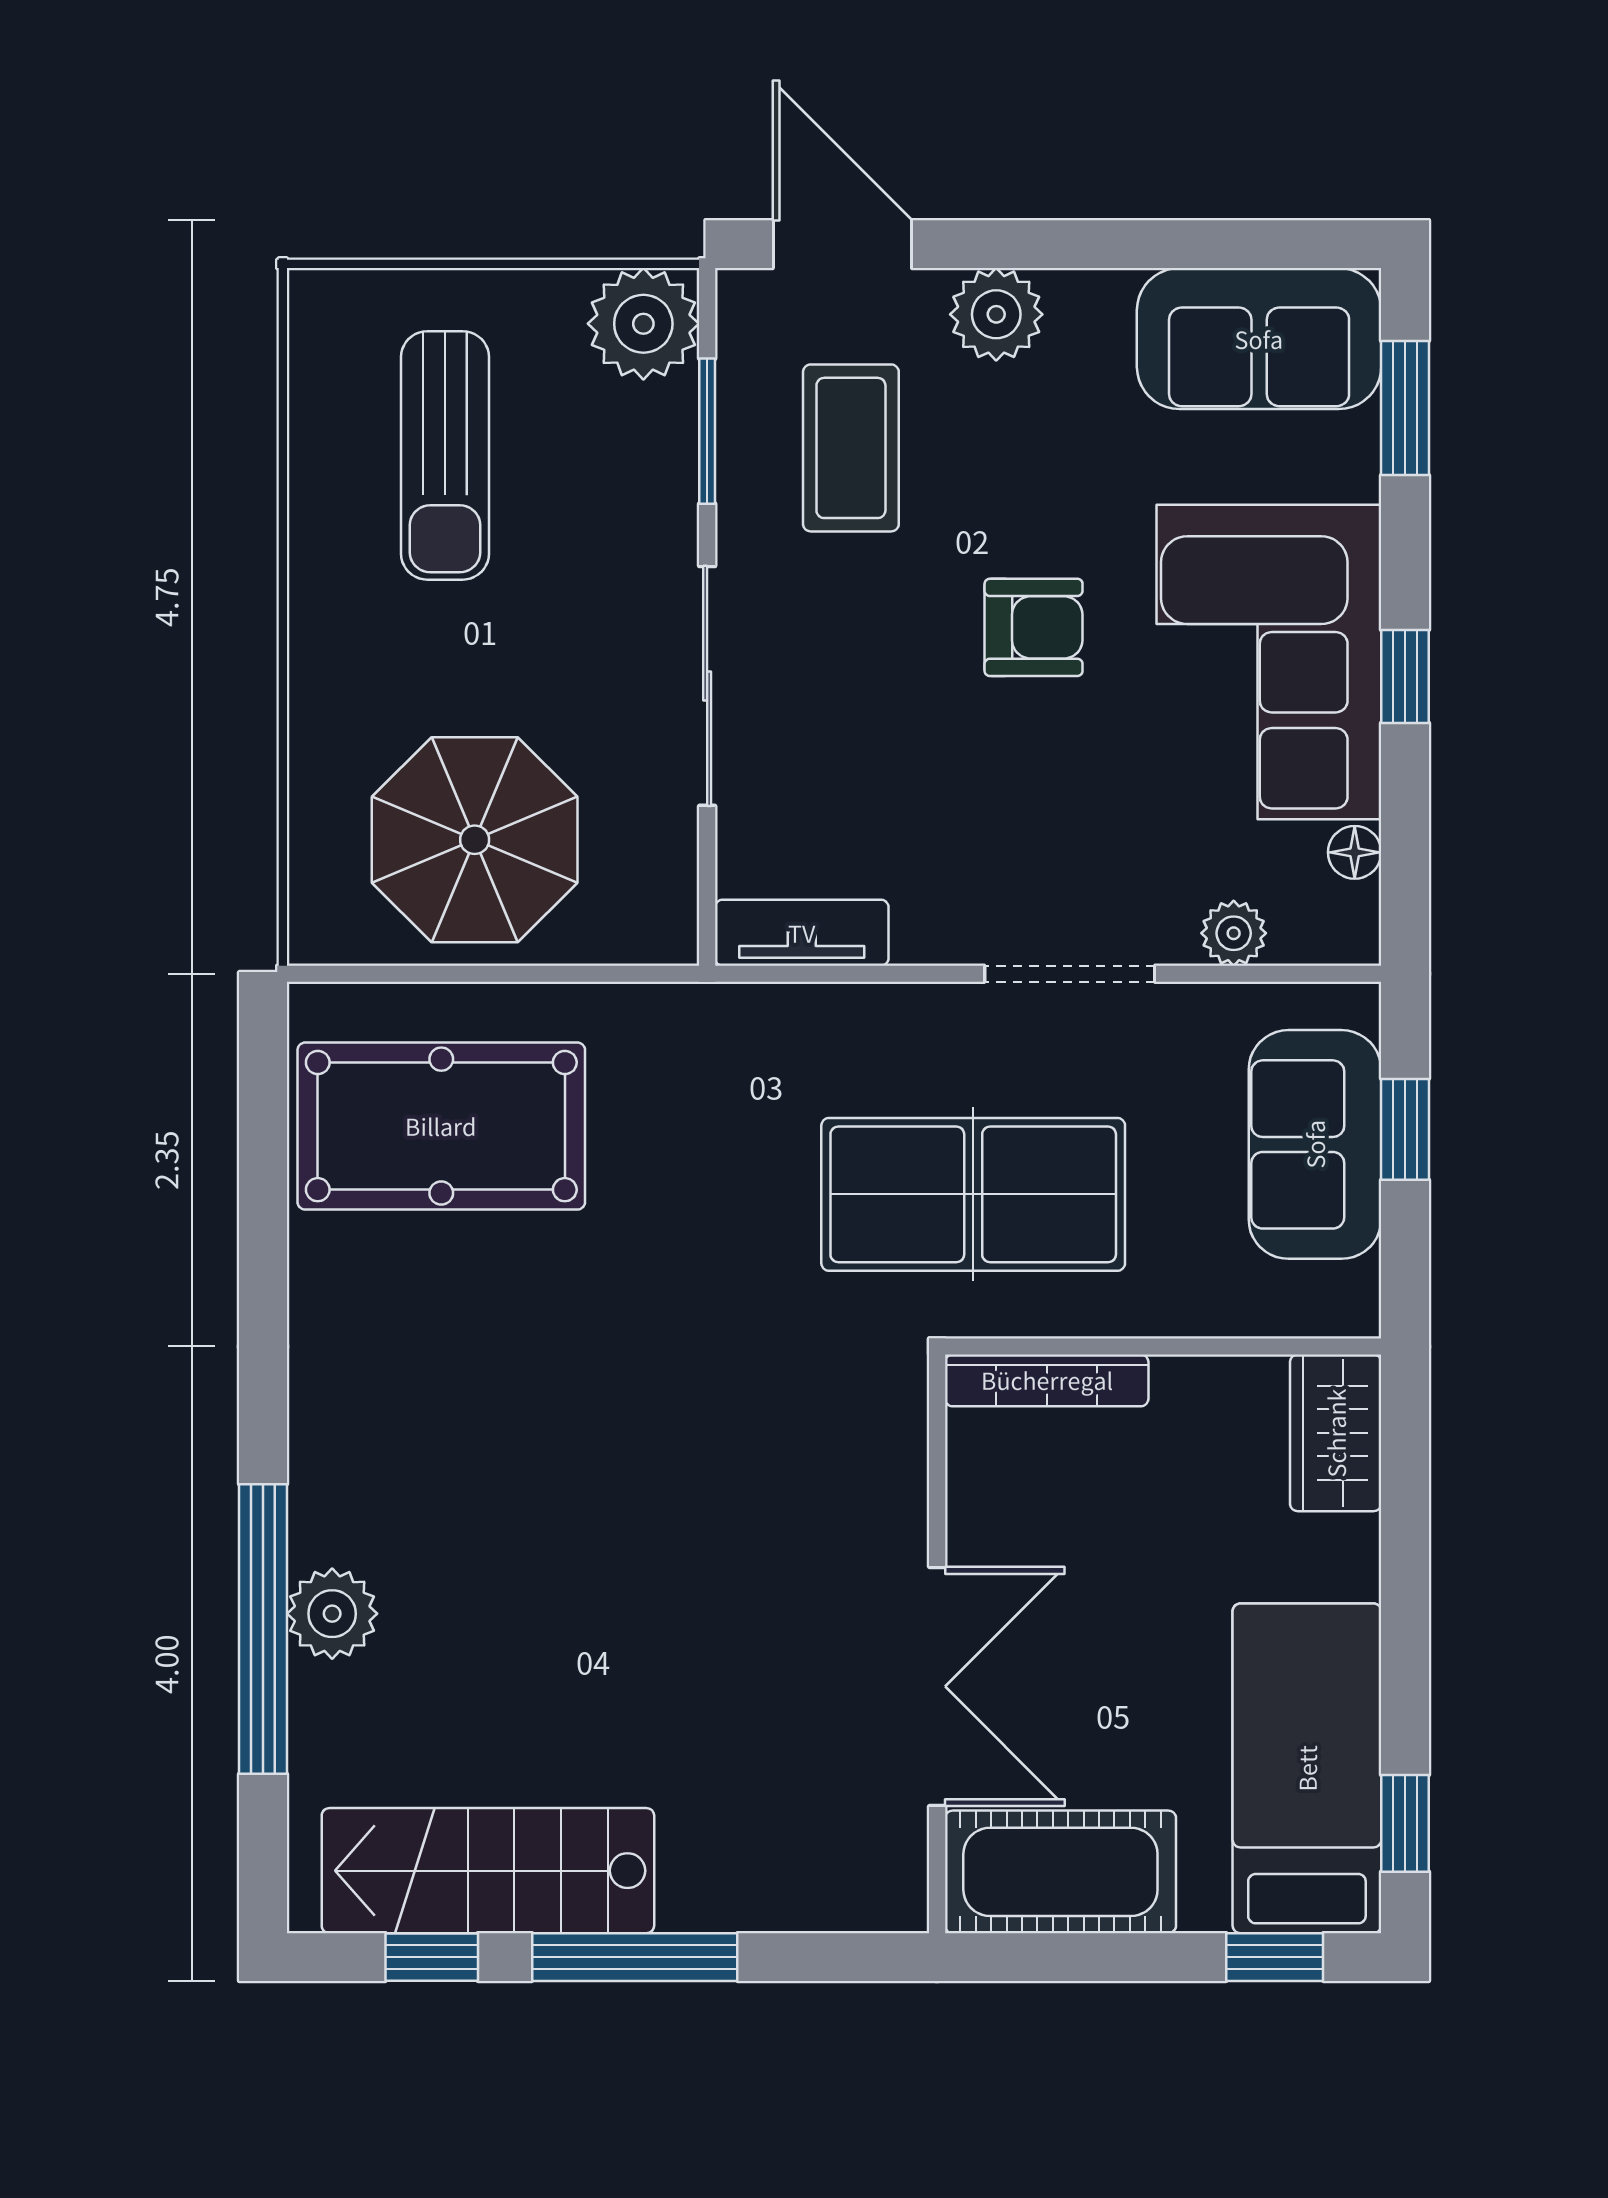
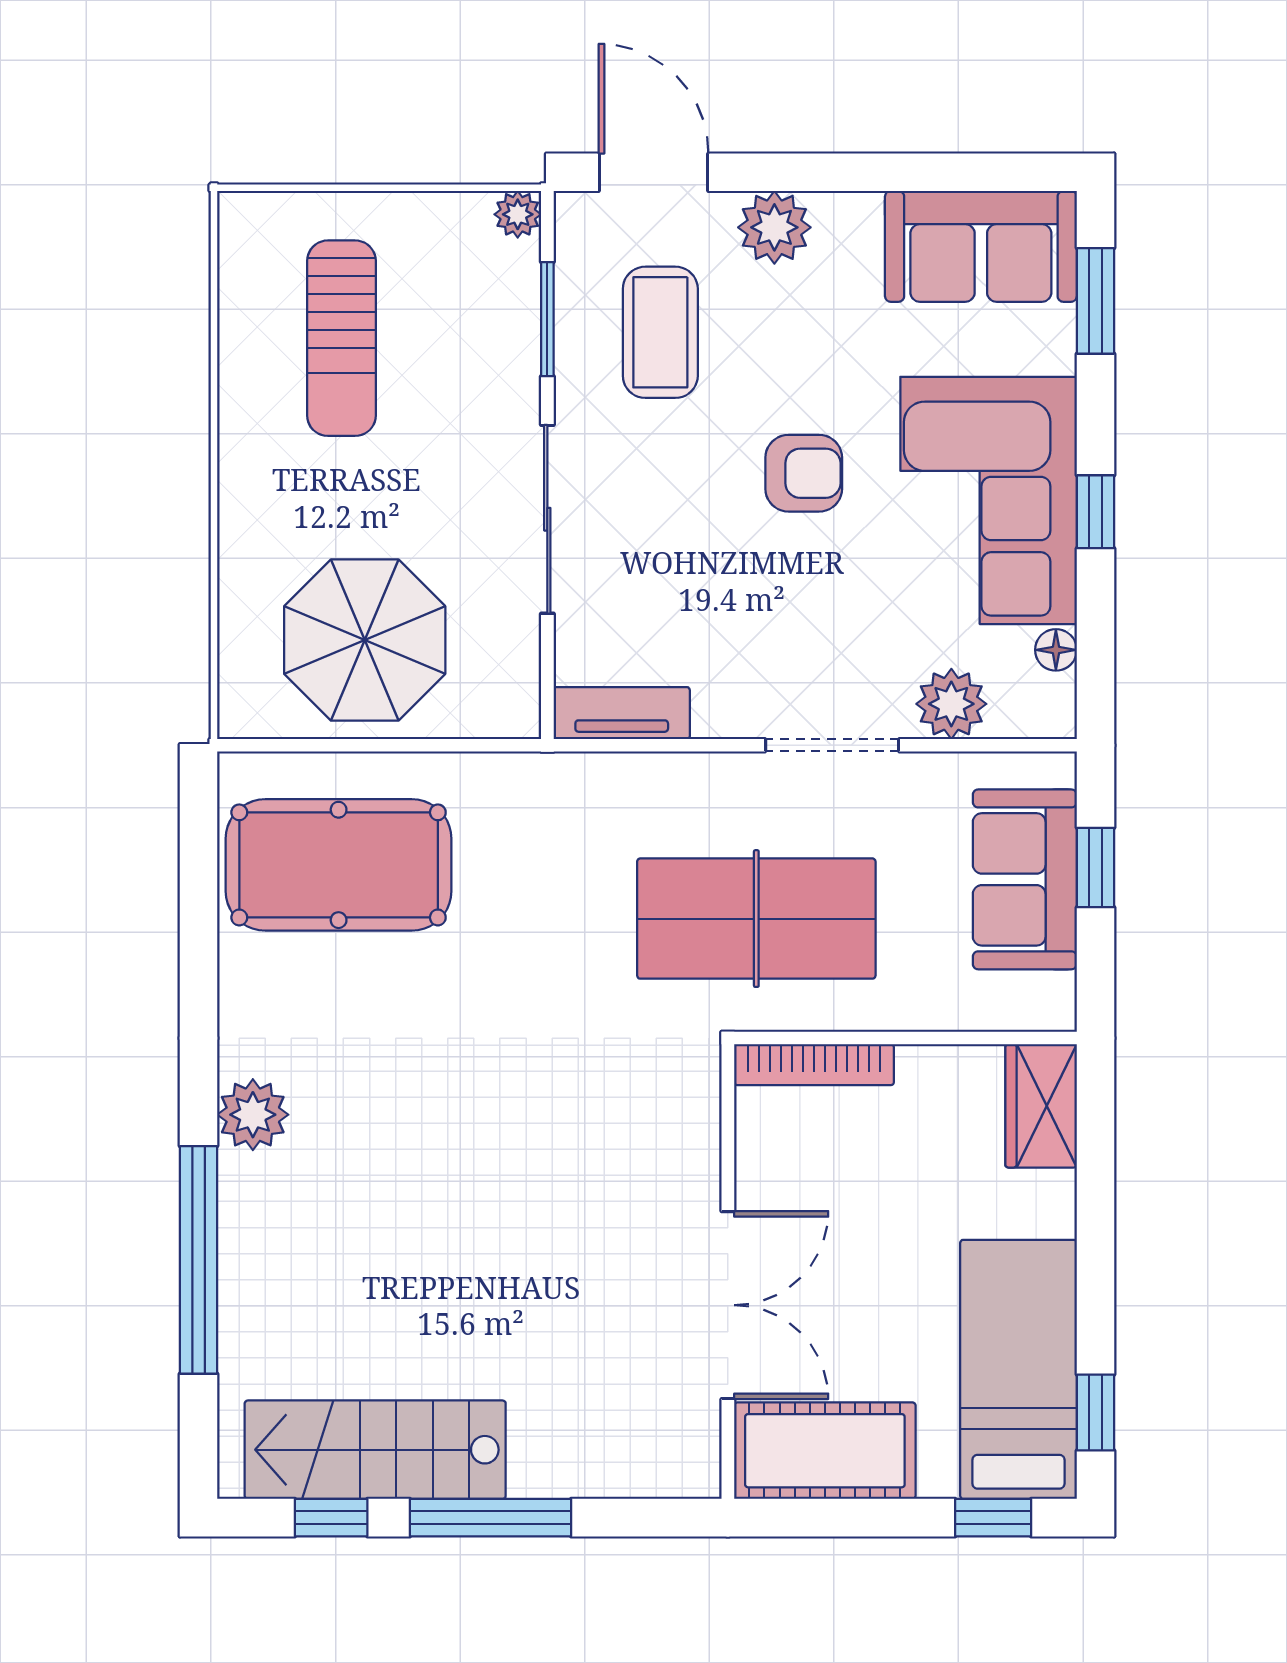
plant: (643, 324) -> (518, 214), width x0.53, depth x0.53
plant: (1234, 933) -> (951, 704), width x1.38, depth x1.38
plant: (332, 1614) -> (253, 1115), moved

